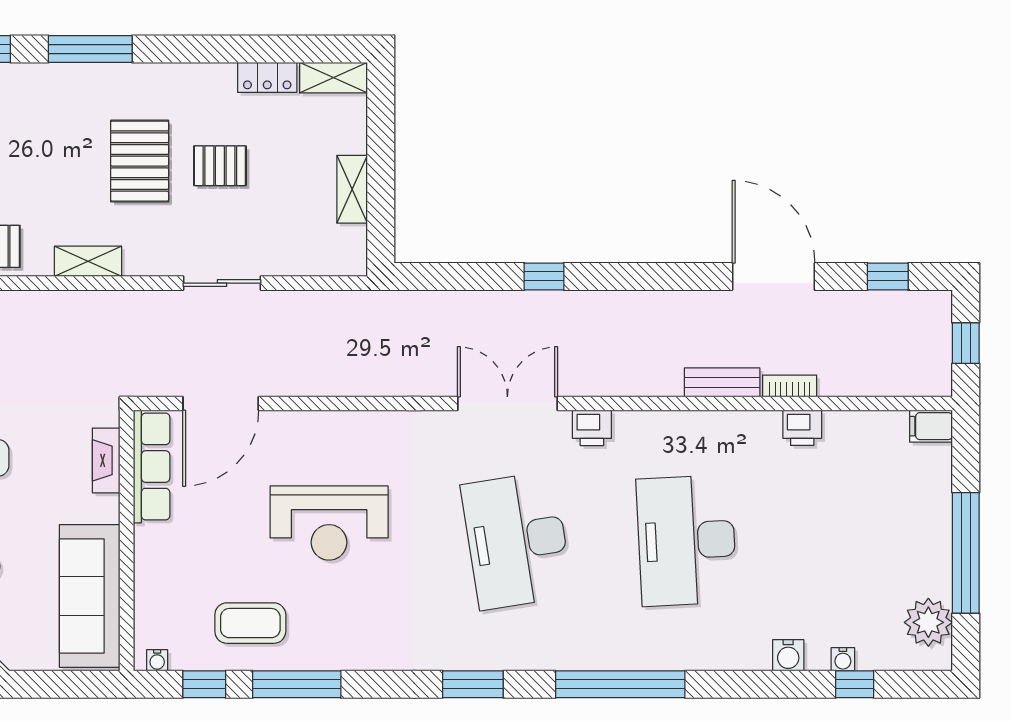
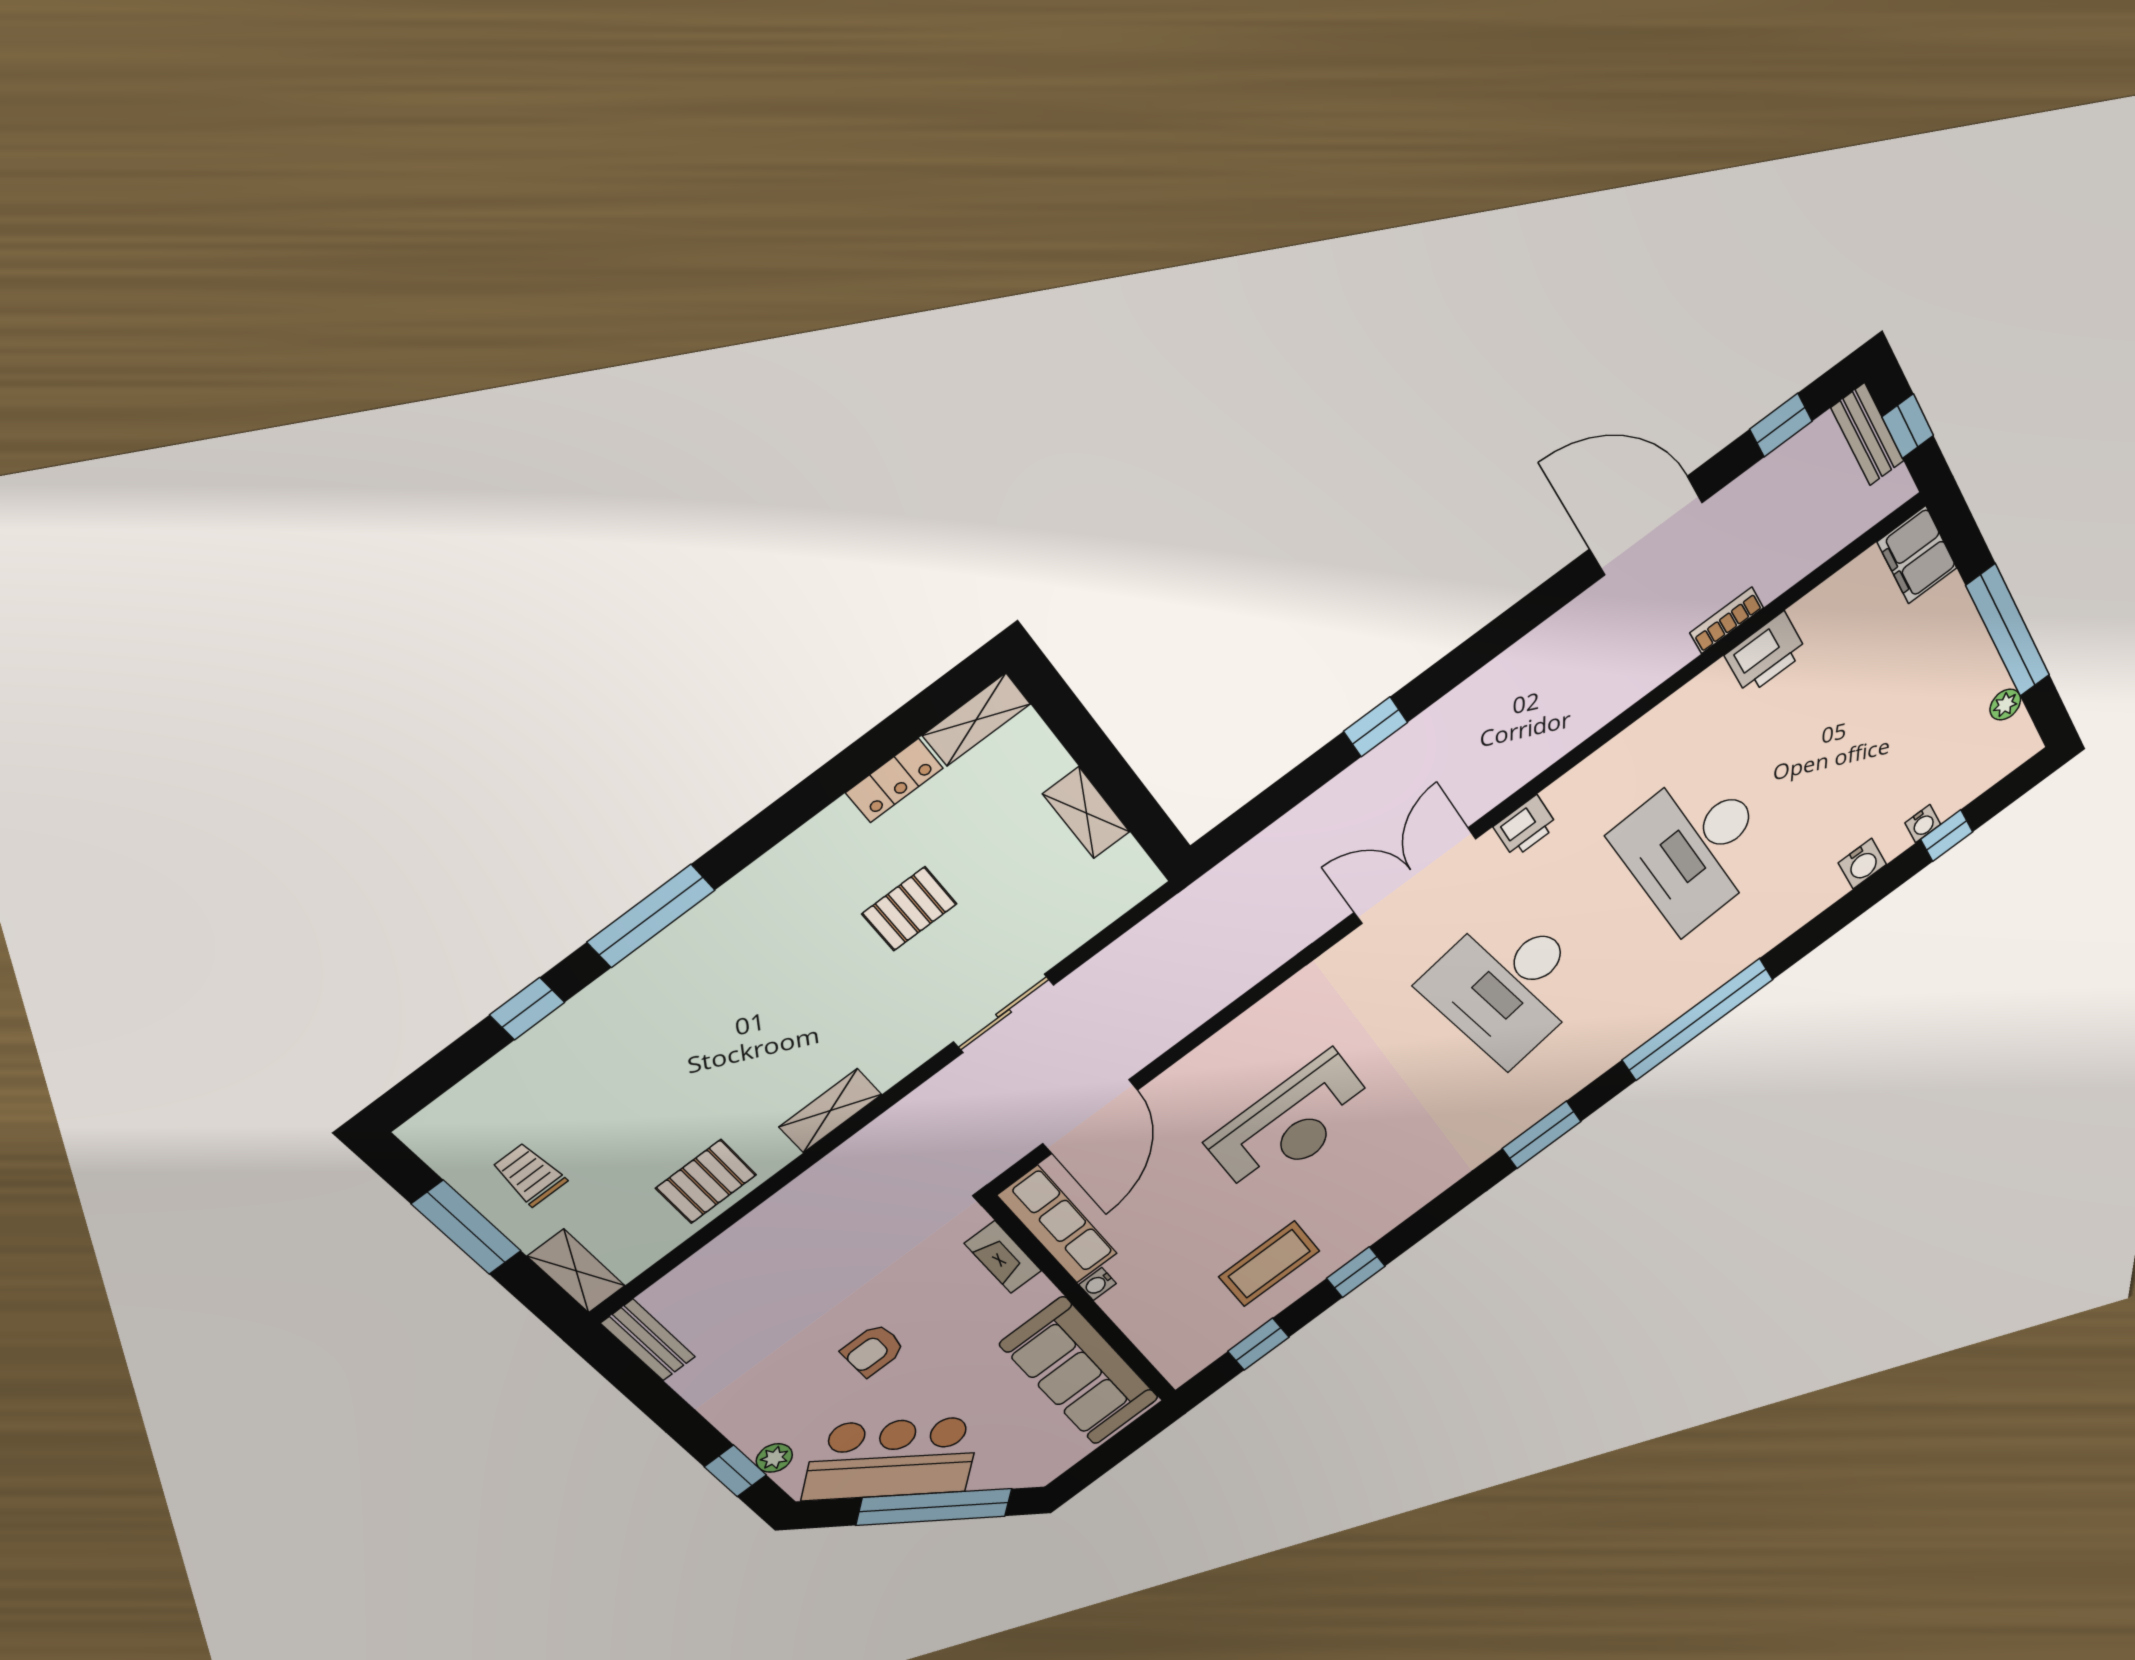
pallet: (140, 161) -> (809, 977), removed
bench: (722, 382) -> (1867, 434), moved, turned 90
filing cabinet: (931, 426) -> (1917, 555), width x2.00
printer: (802, 428) -> (1766, 654), width x1.36, depth x1.24
plant: (928, 622) -> (2005, 705), width x0.53, depth x0.53
water cooler: (157, 660) -> (1098, 1284), moved, turned 90
window: (297, 684) -> (1356, 1272), width x0.46

